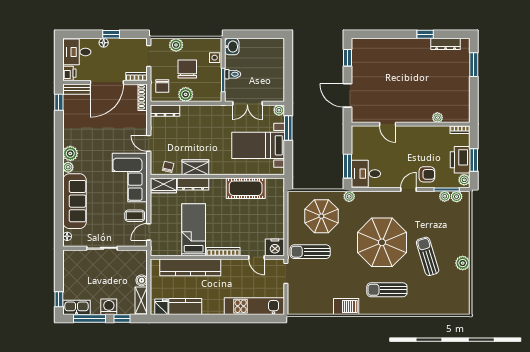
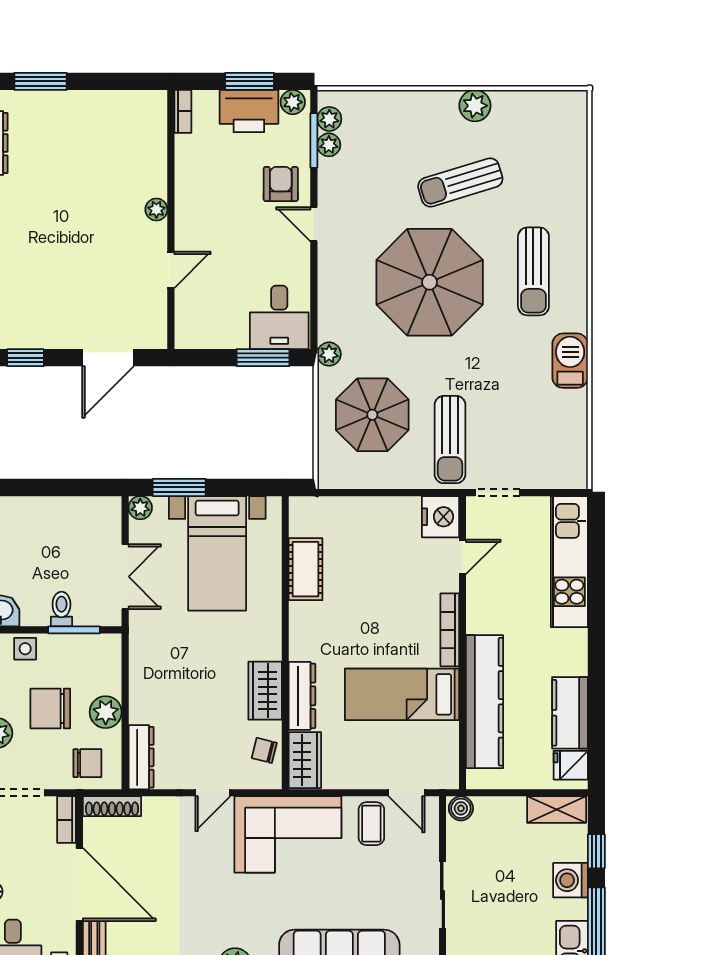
plant: (437, 118) -> (156, 210), moved
cot: (246, 188) -> (306, 569), width x0.73, depth x0.75
boiler: (142, 280) -> (461, 808), moved

